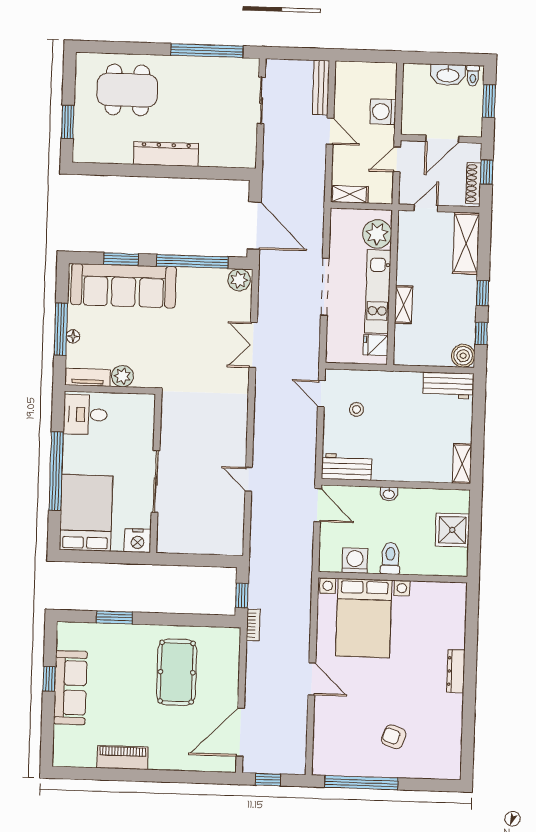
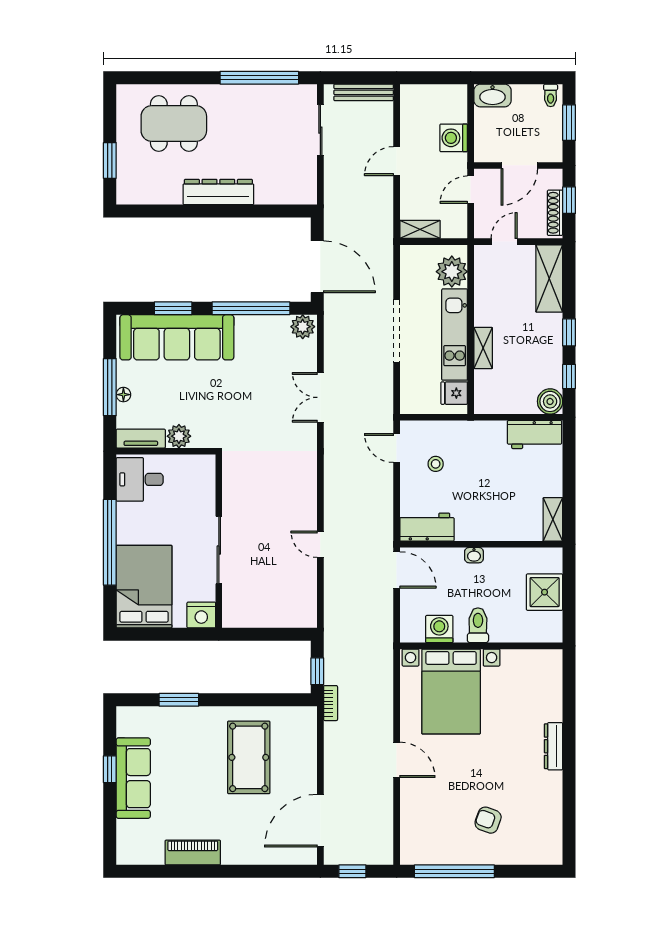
washbasin: (448, 75) -> (493, 95), moved
bench: (321, 87) -> (364, 92), moved, turned 90
door: (330, 131) -> (397, 161), swing flipped

